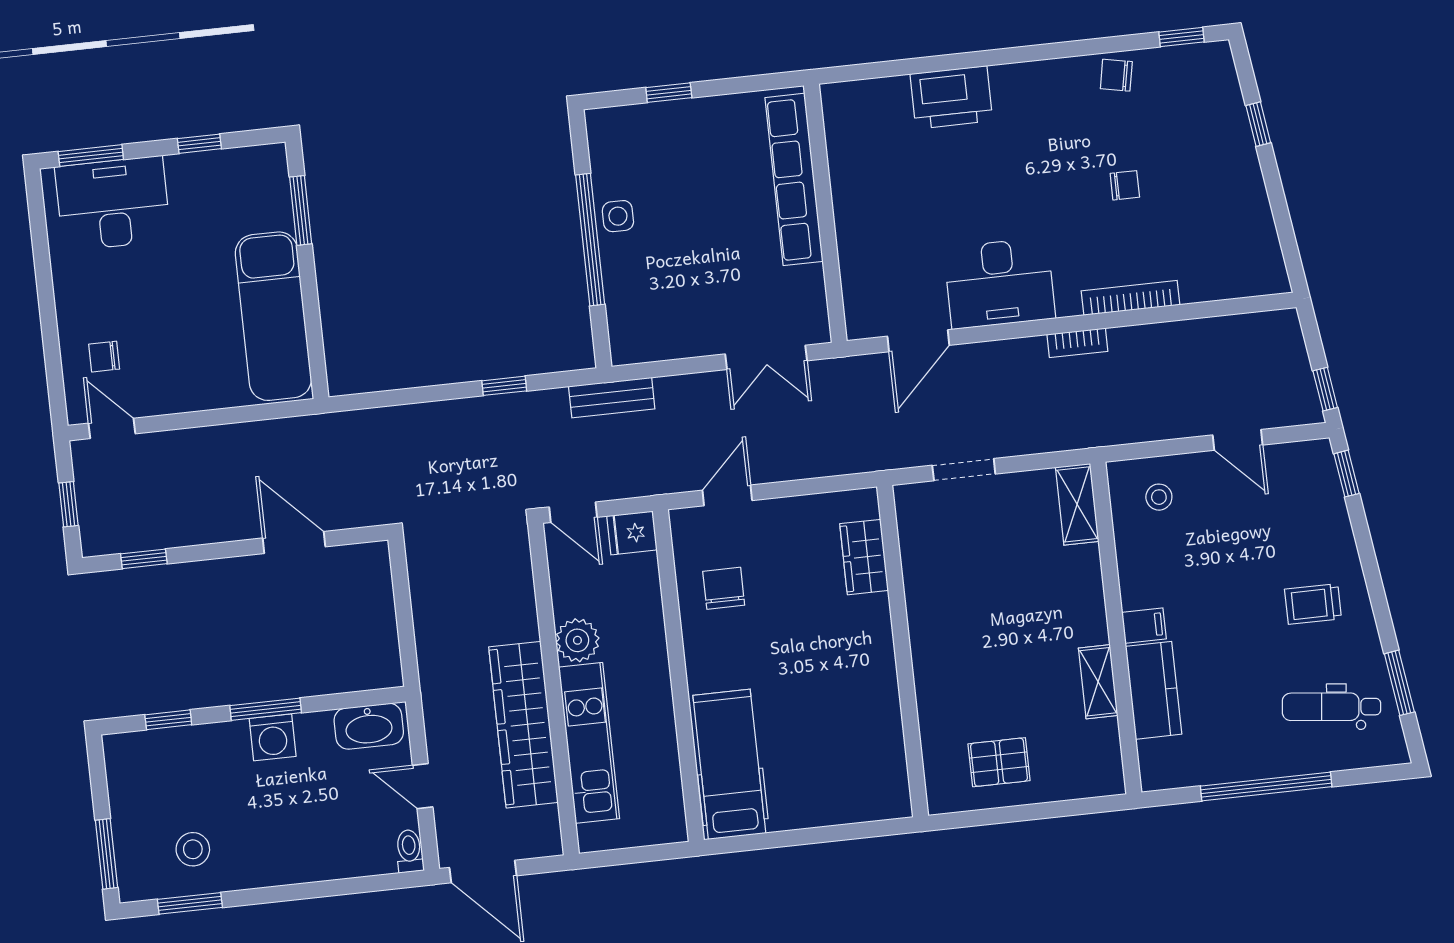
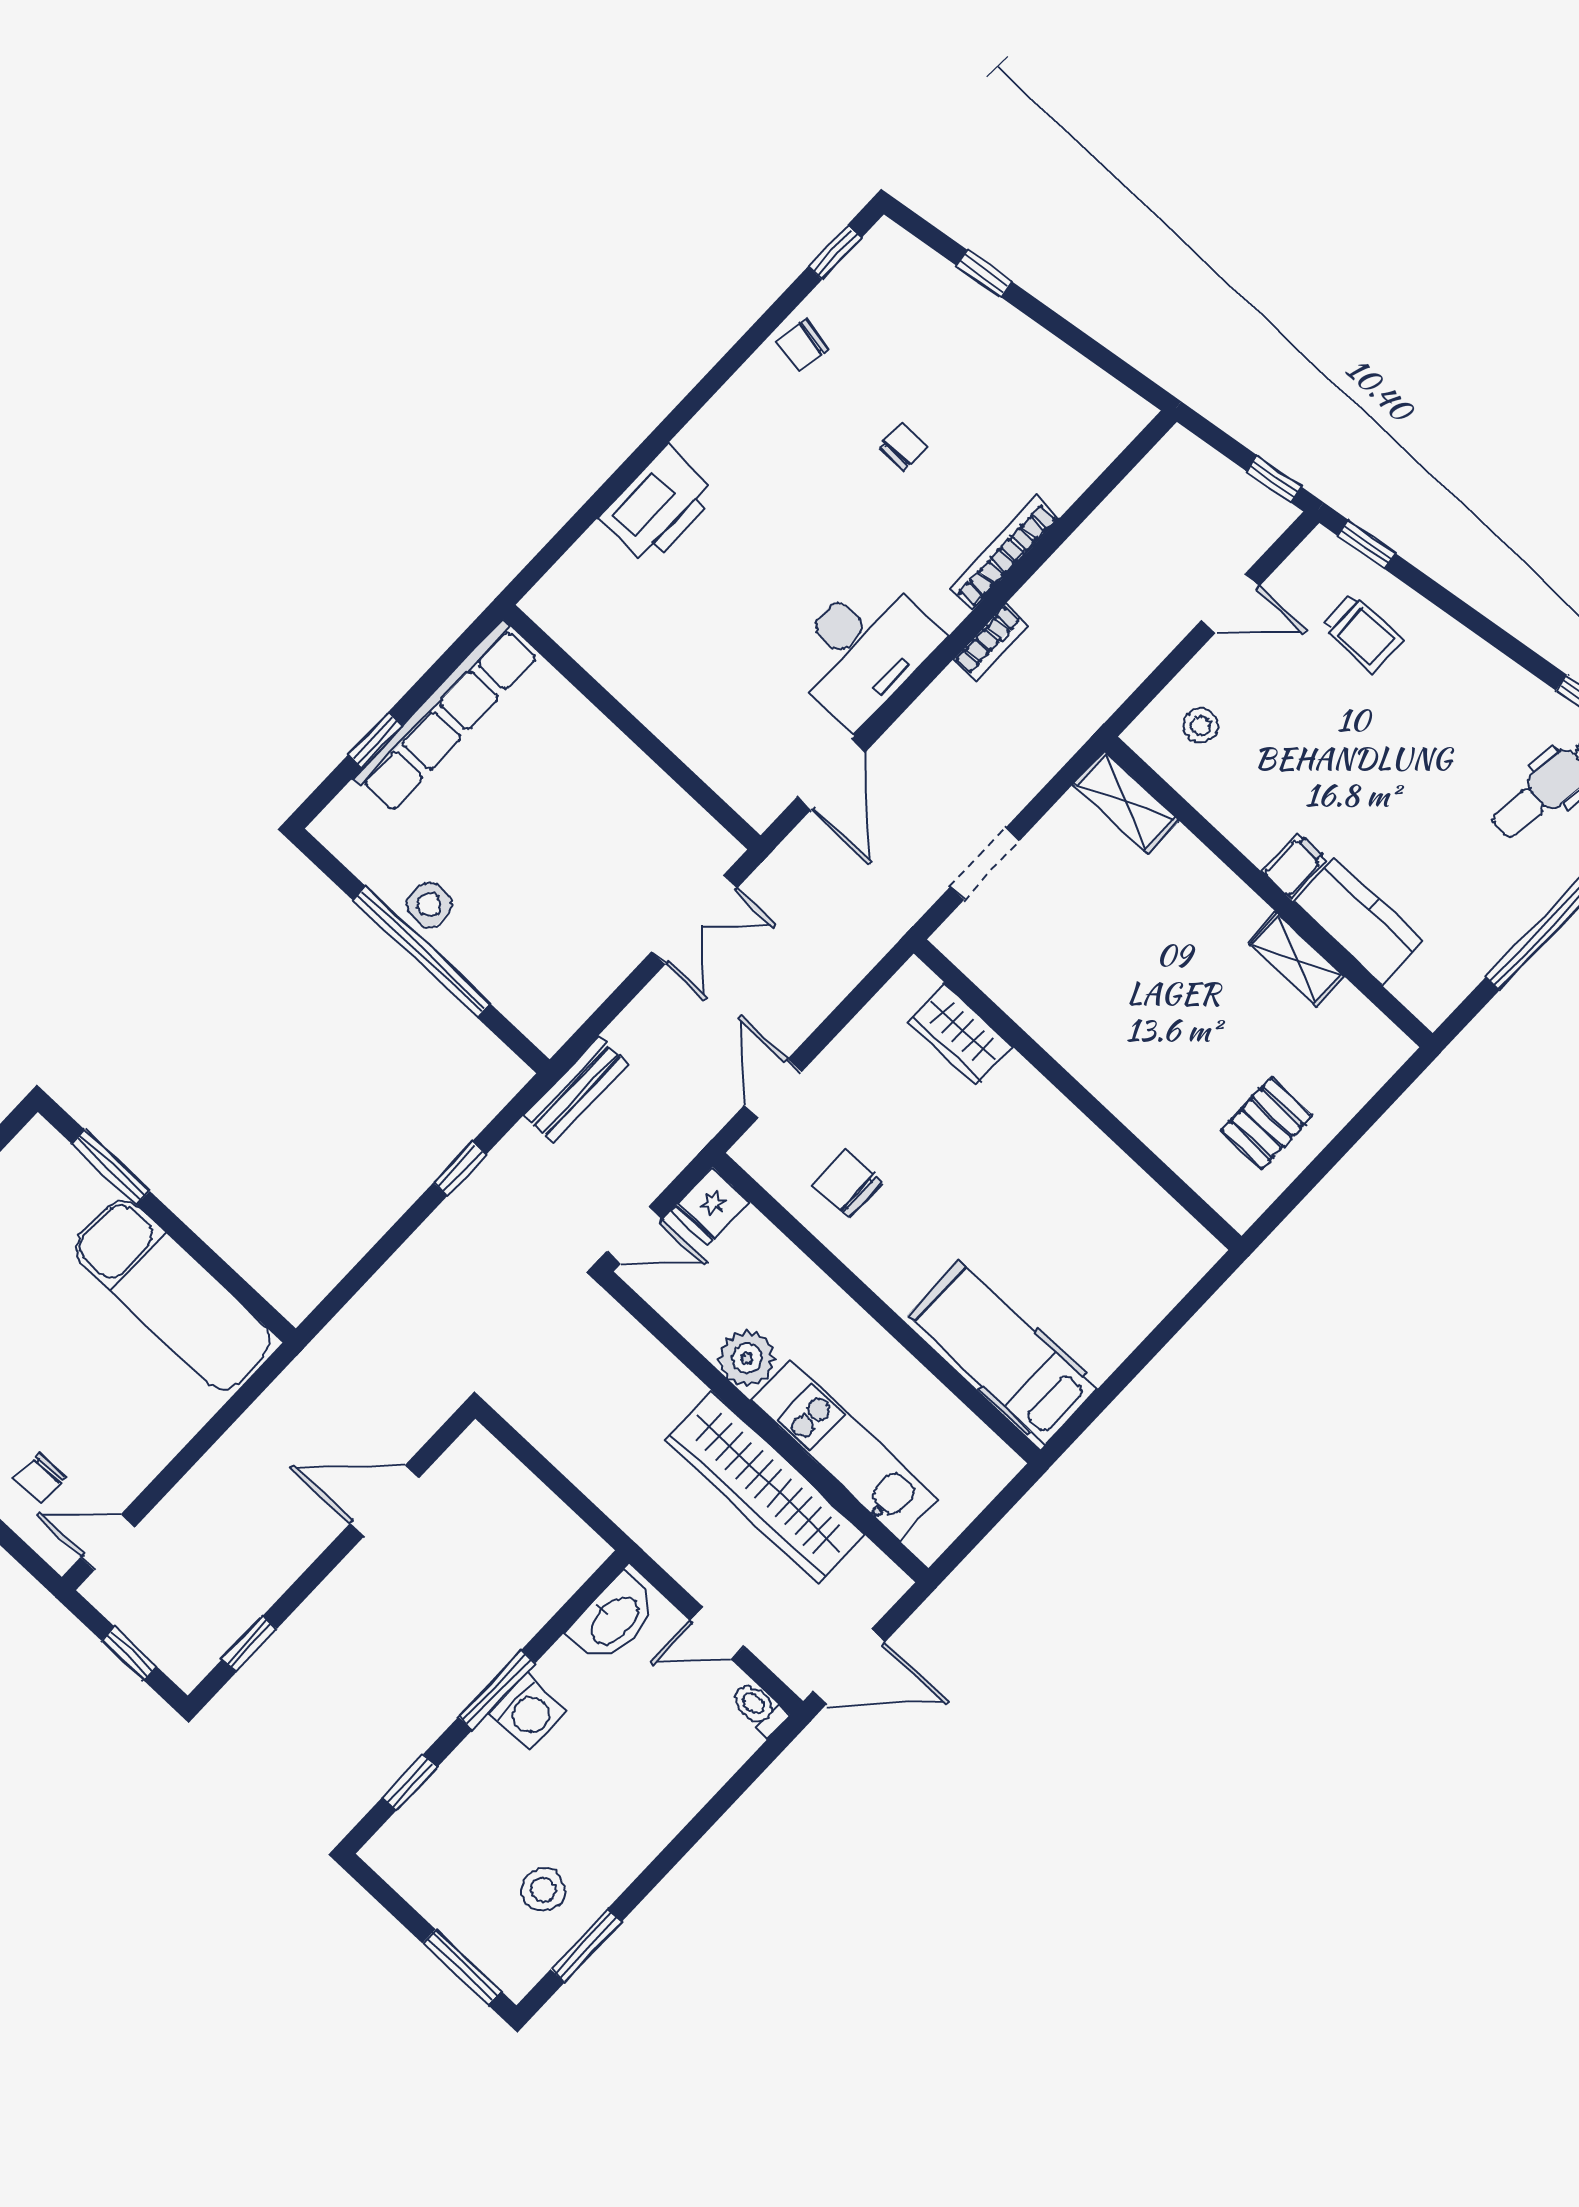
row of seats: (794, 179) -> (446, 717), moved, turned -90
trolley: (1313, 604) -> (1362, 633), moved, turned -90

